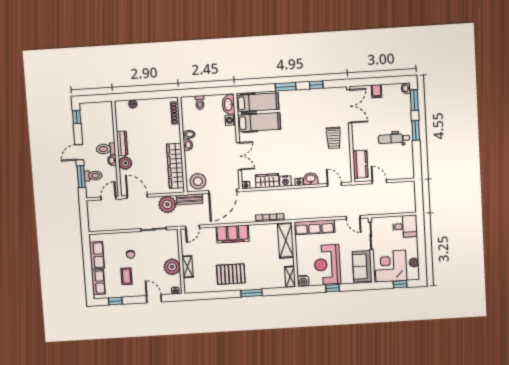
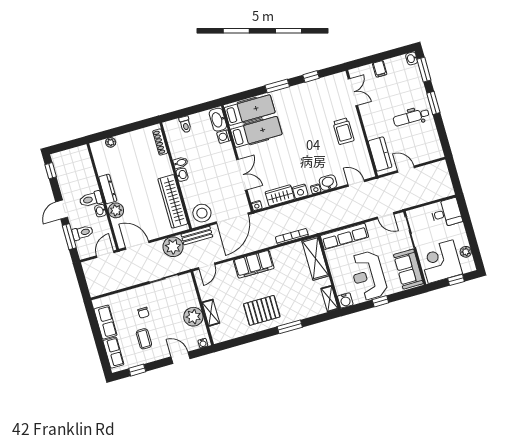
double door: (349, 106) -> (353, 92), width x0.73

